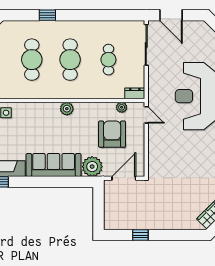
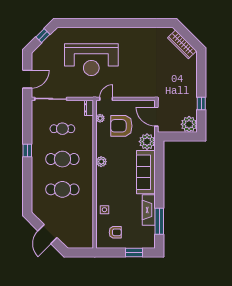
window: (47, 15) -> (27, 151), moved
plant: (114, 220) -> (189, 124), added

